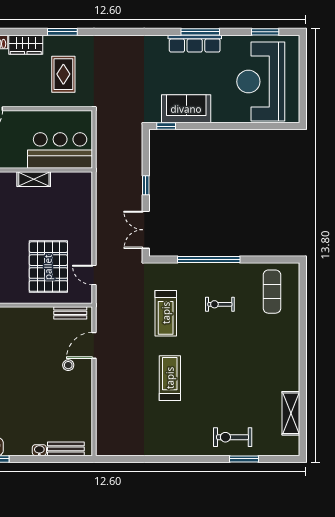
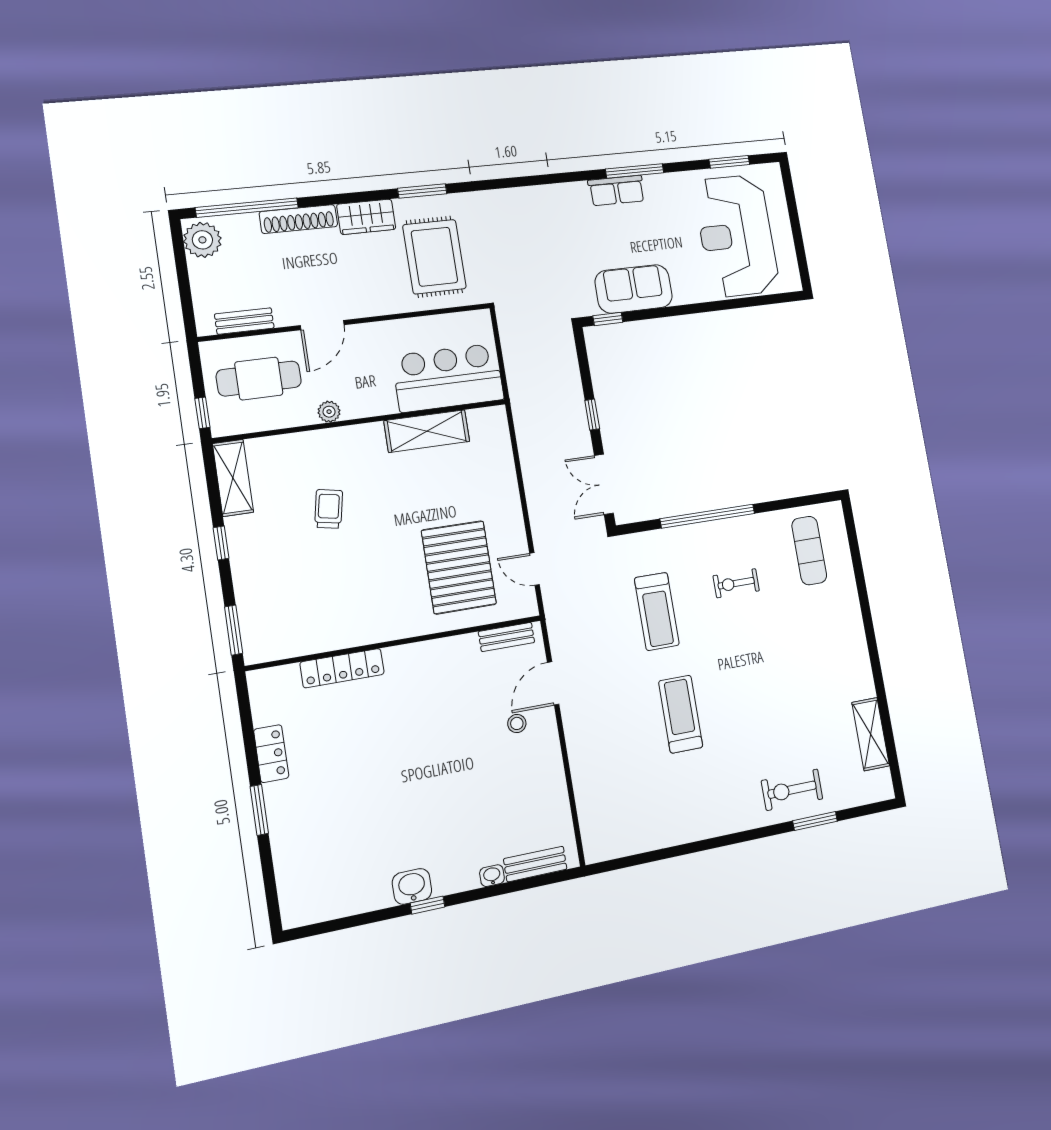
row of seats: (195, 44) -> (617, 191), width x0.68
rug: (63, 74) -> (434, 257), width x1.36, depth x1.43
shelving: (34, 179) -> (427, 431), width x1.50, depth x1.33

